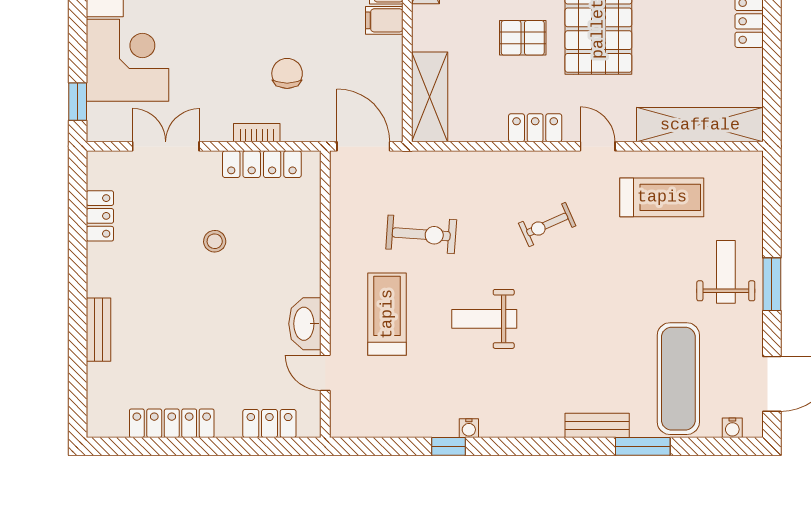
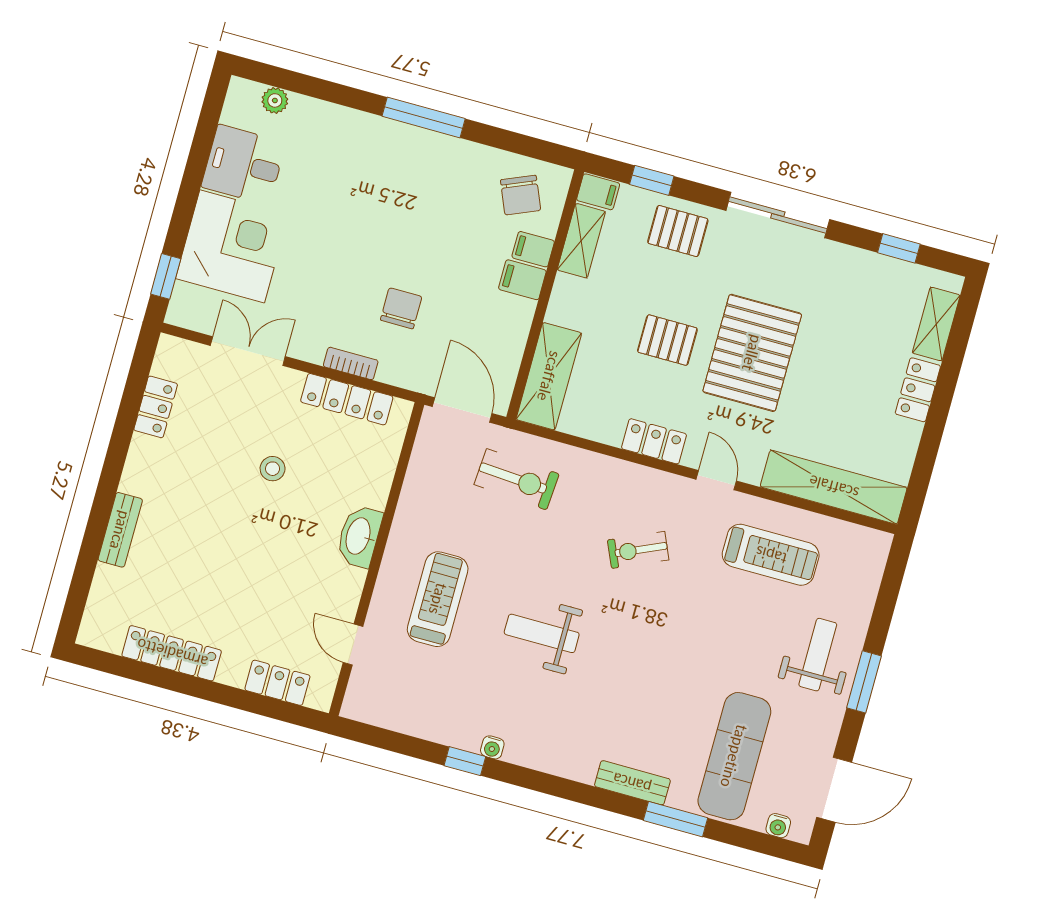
exercise bike: (421, 234) -> (517, 479), moved
washbasin: (305, 324) -> (359, 536), moved

